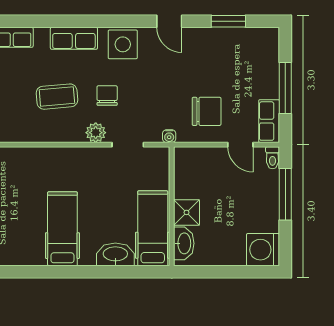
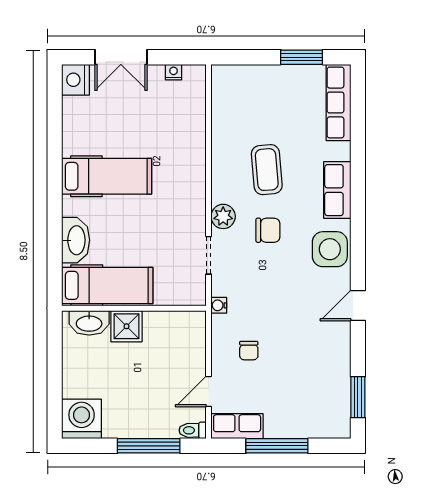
window: (228, 21) -> (358, 397), moved
chair: (207, 111) -> (249, 351), width x0.54, depth x0.54

